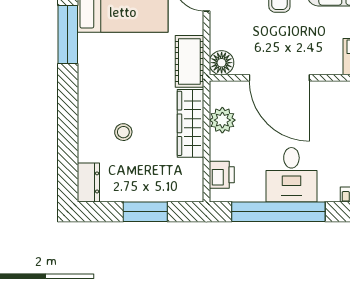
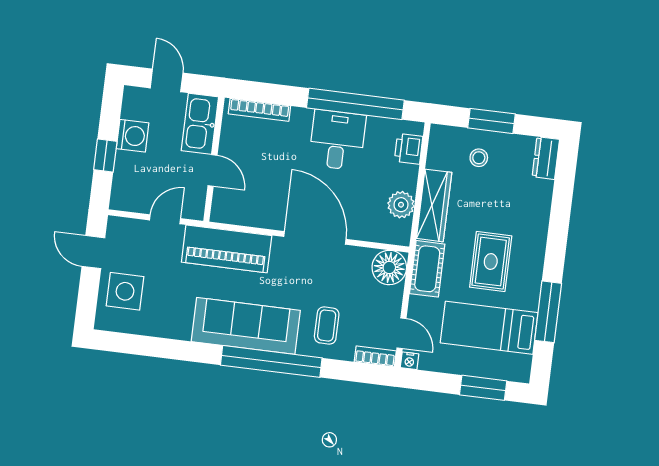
floor lamp: (222, 63) -> (389, 268), width x1.38, depth x1.38
rug: (129, 76) -> (491, 262), added
door: (279, 78) -> (315, 238), moved
stool: (123, 132) -> (479, 158), moved

